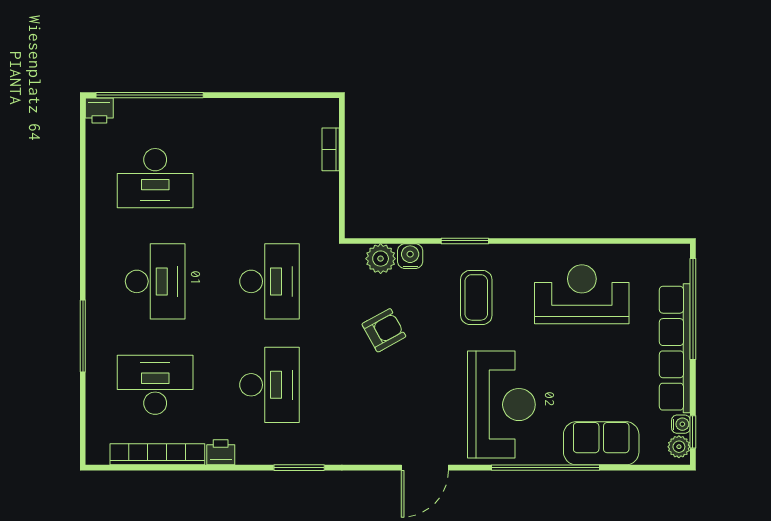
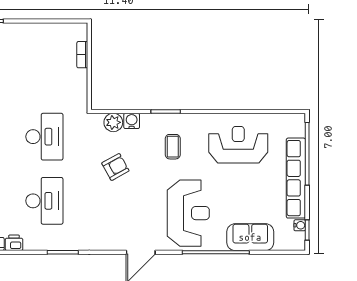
coffee table: (476, 297) -> (173, 147), width x0.73, depth x0.77
plant: (679, 447) -> (299, 239), removed

